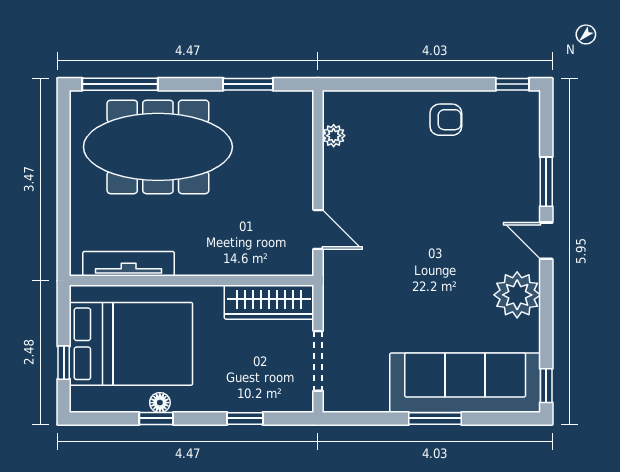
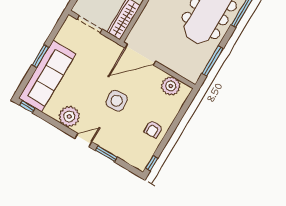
window: (248, 84) -> (213, 61), width x1.44
plant: (334, 136) -> (171, 86), width x1.87, depth x1.87
side table: (433, 222) -> (117, 101), added
door: (318, 229) -> (140, 55), width x1.87

